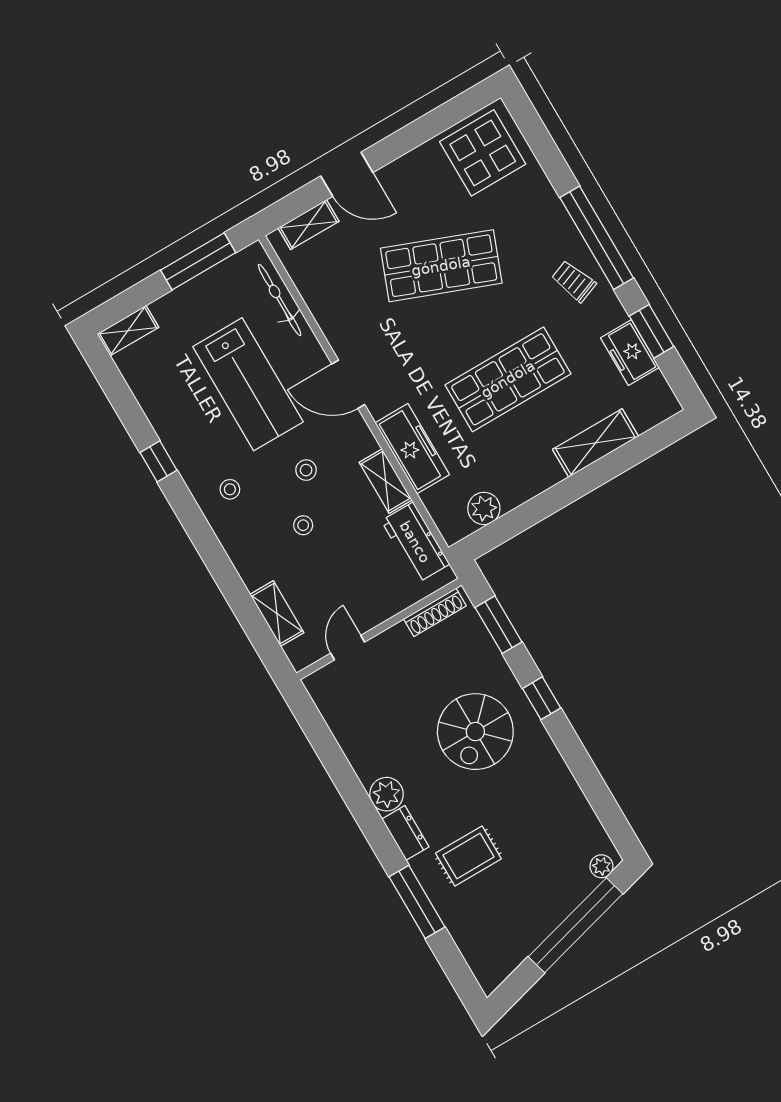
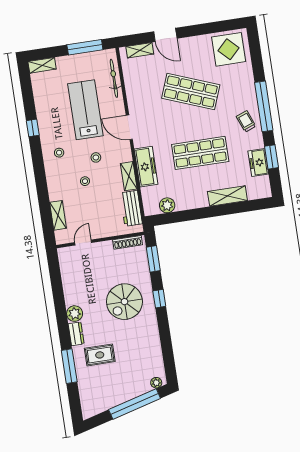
lab bench: (248, 384) -> (85, 110), turned 180

